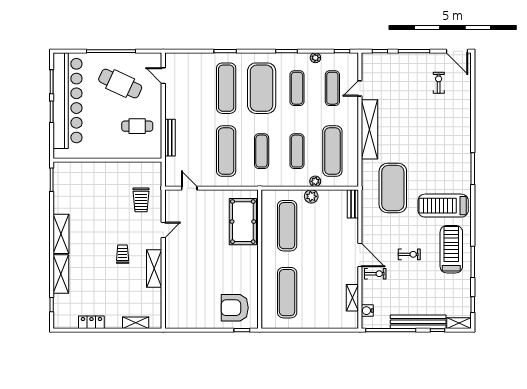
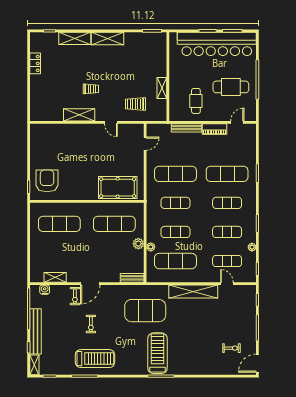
cafe table: (120, 84) -> (231, 87), turned 65
exercise mat: (262, 88) -> (227, 203), width x0.50, depth x0.69
piano: (171, 104) -> (214, 129), added
treadmill: (443, 206) -> (158, 353), moved
shelving: (136, 323) -> (162, 88), moved

